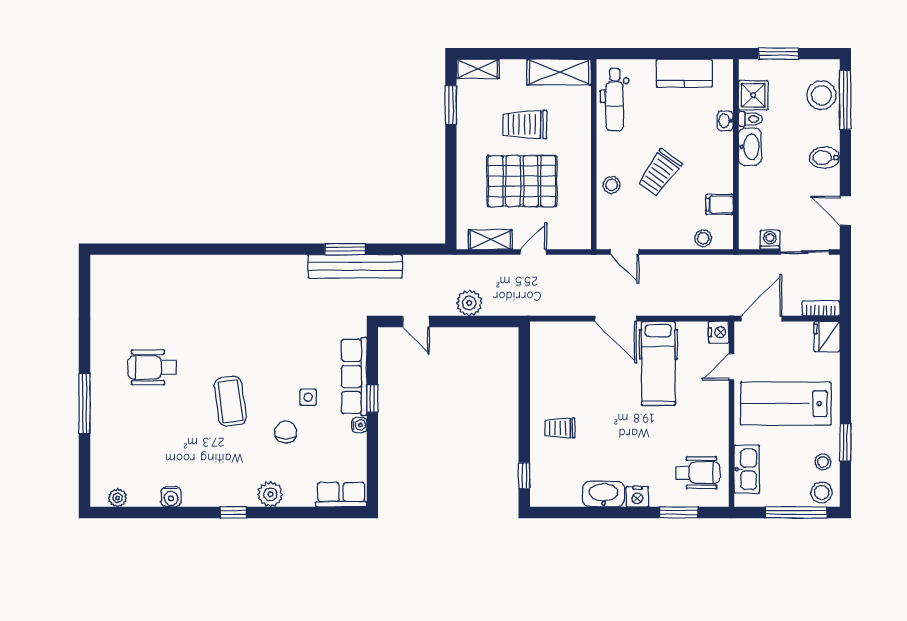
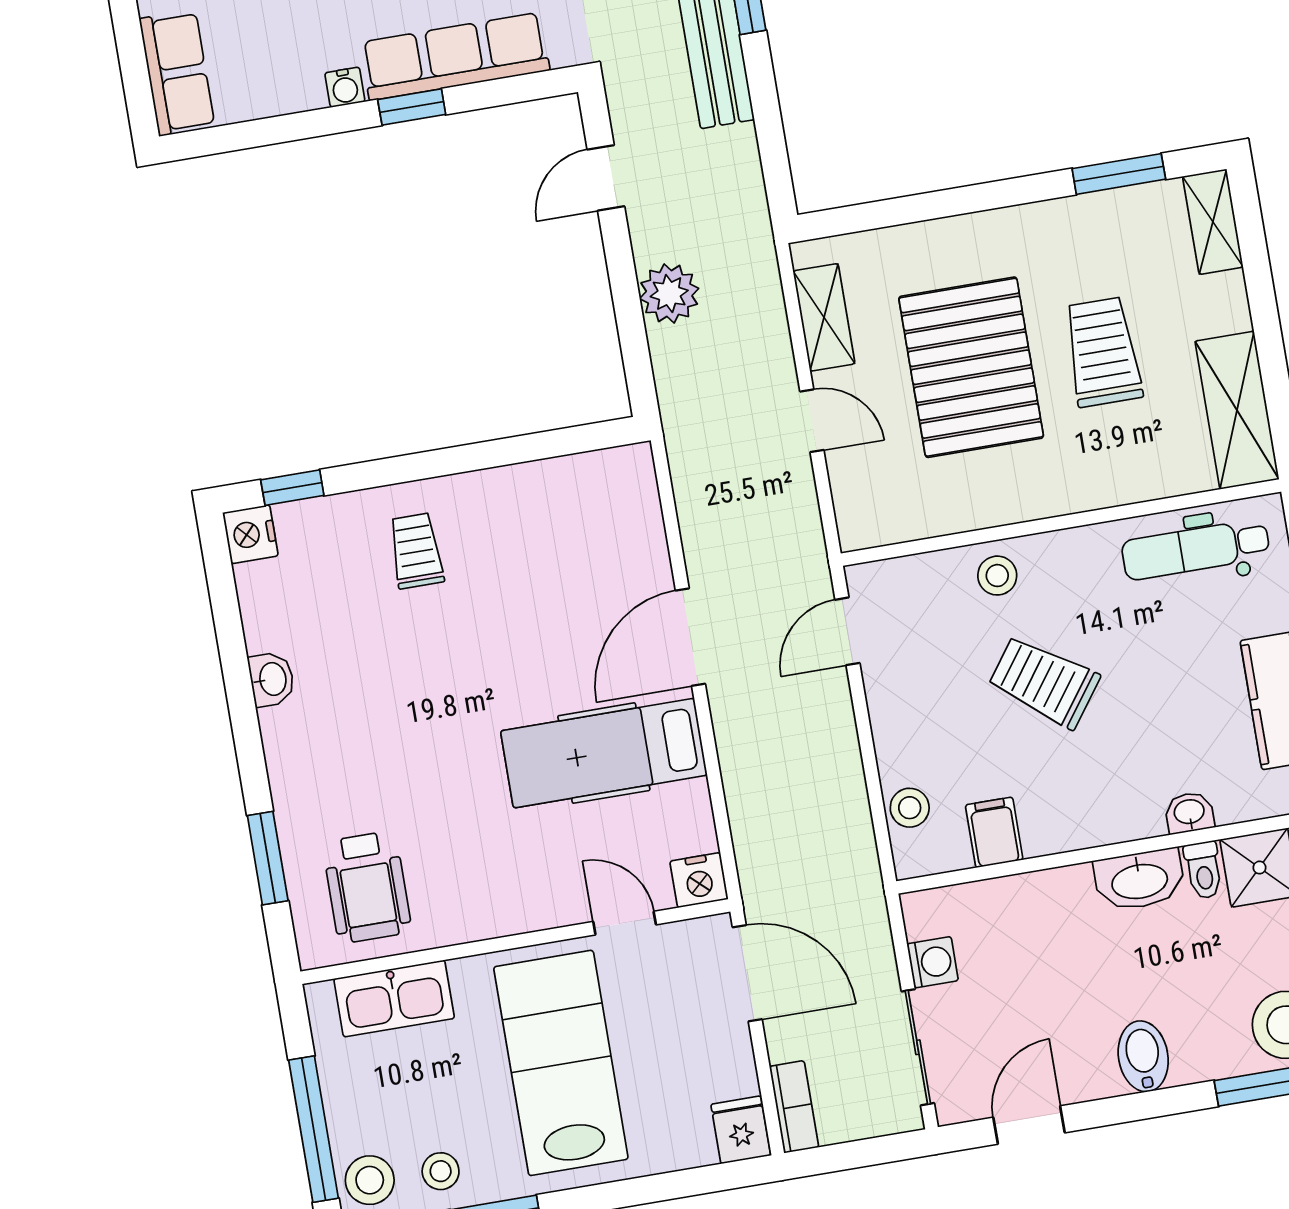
fridge: (827, 337) -> (741, 1130), width x0.72
washbasin: (604, 494) -> (272, 679), width x0.52, depth x0.69
nightstand: (637, 497) -> (250, 534), moved

